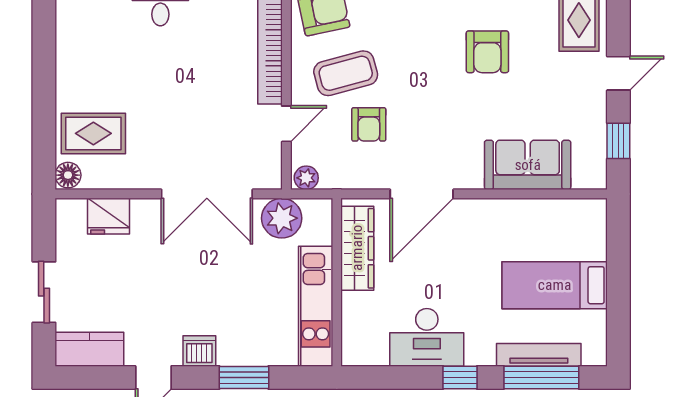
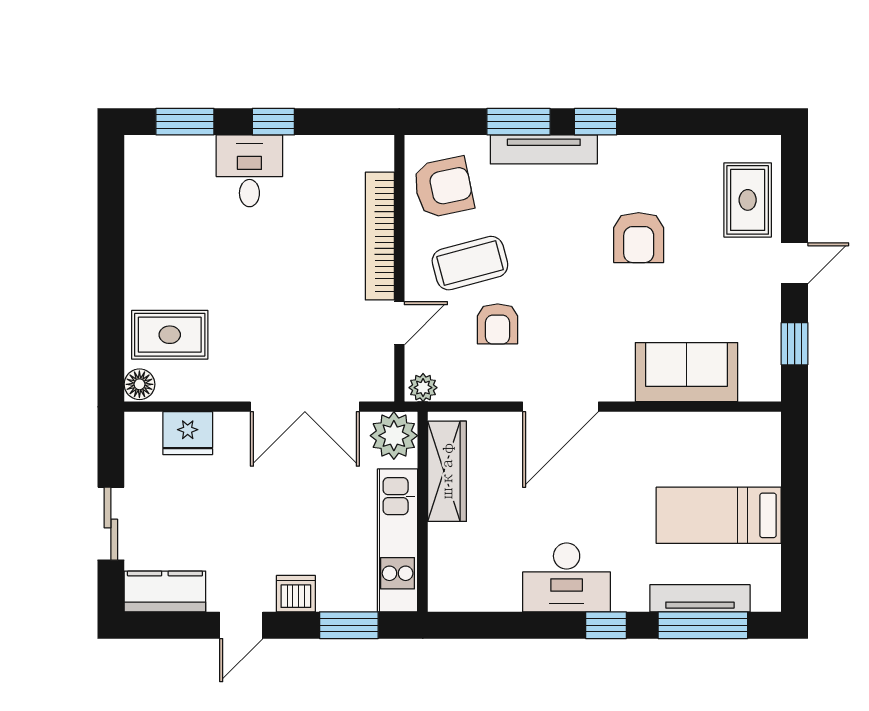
wardrobe: (357, 248) -> (447, 471), moved
wall: (337, 282) -> (423, 512), moved
kitchen unit: (316, 306) -> (398, 540), moved

